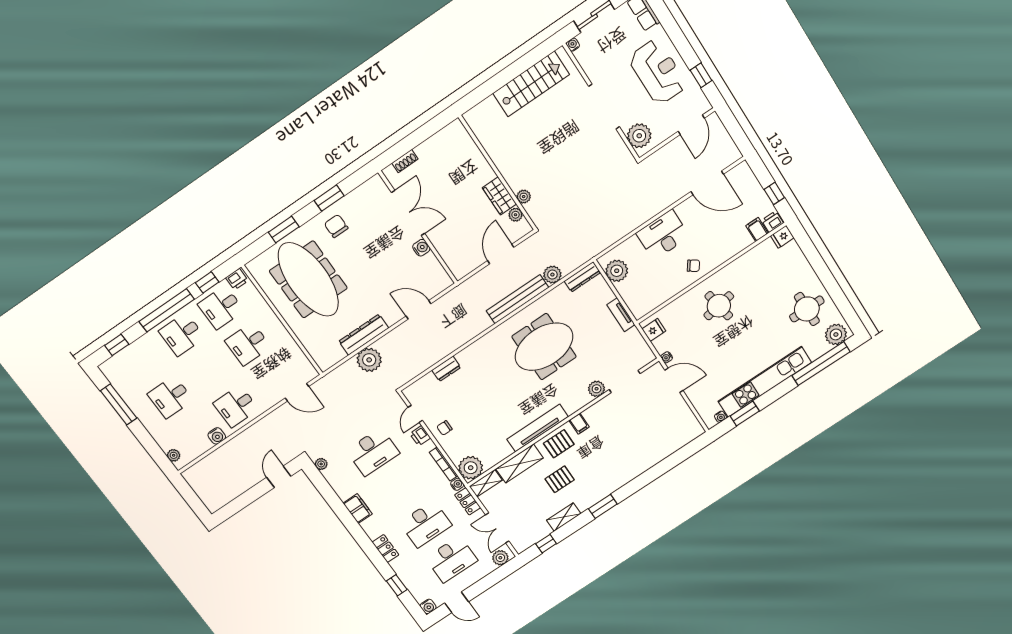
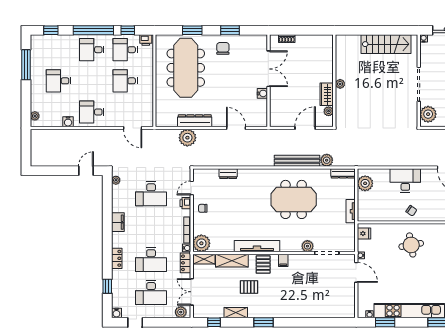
plant: (524, 197) -> (340, 84), moved
pallet: (559, 444) -> (263, 265), turned 90

